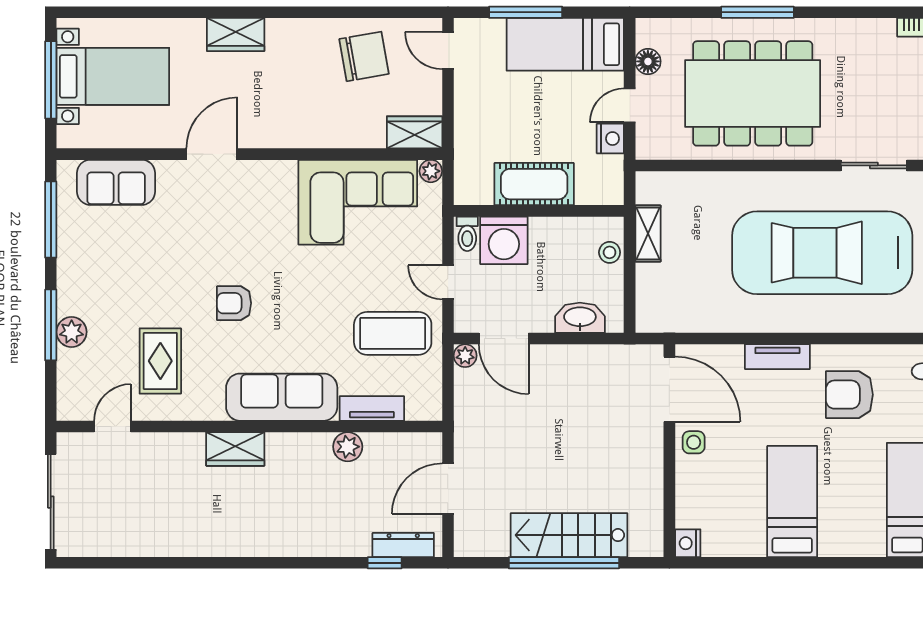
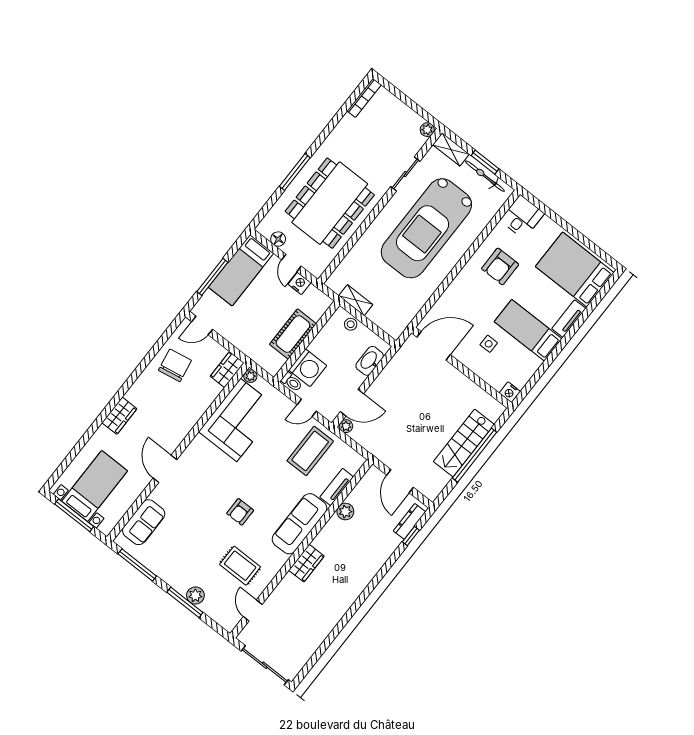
tv unit: (777, 357) -> (569, 319), moved, turned 180
side table: (694, 442) -> (489, 344), moved

